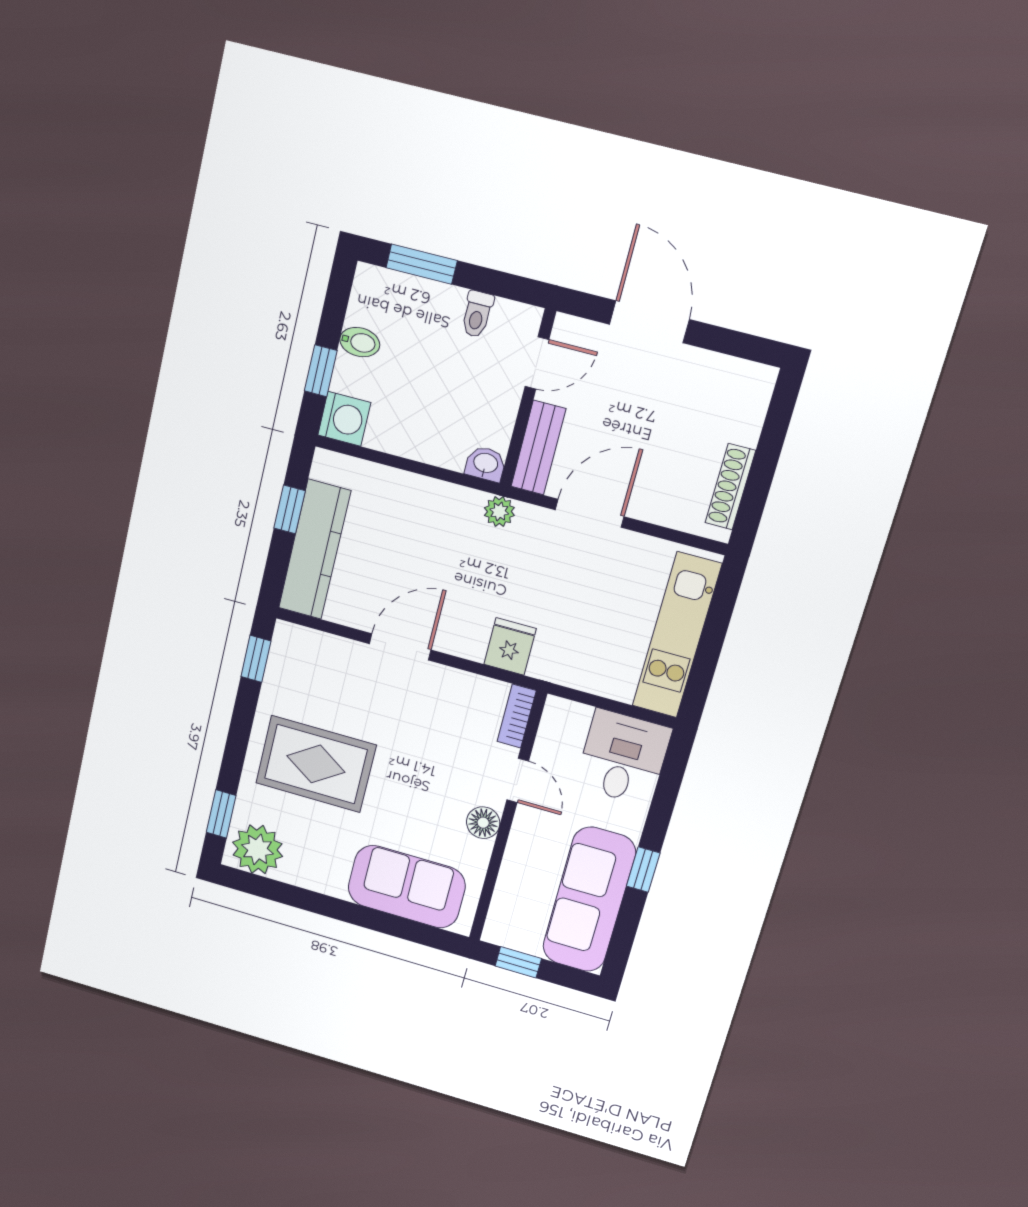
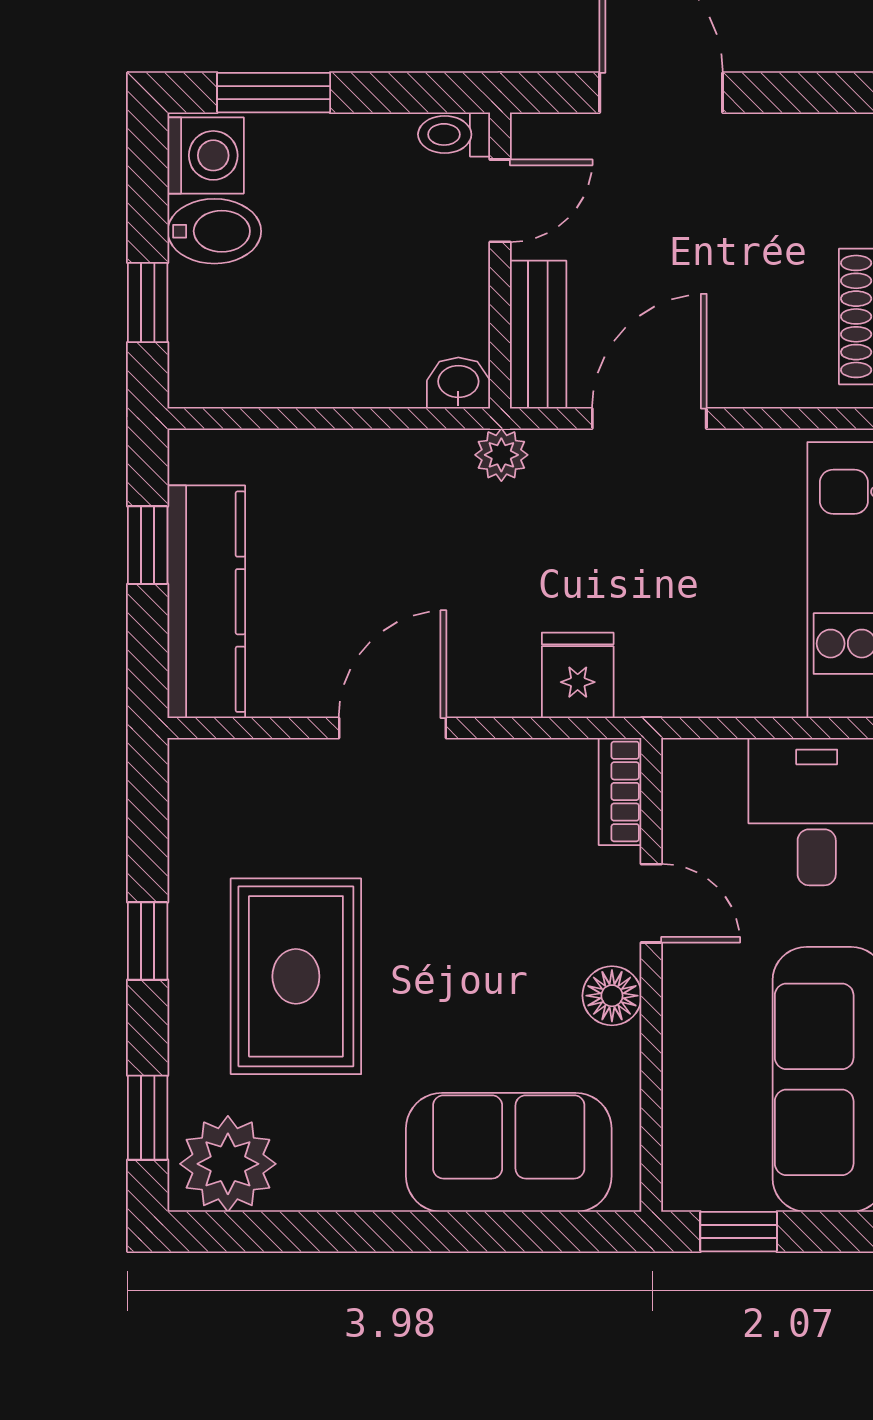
toilet: (477, 314) -> (454, 134), moved, turned 90
bidet: (360, 342) -> (214, 231), width x1.38, depth x1.36
washing machine: (344, 419) -> (206, 155), moved
window: (256, 659) -> (148, 941), moved
rug: (316, 764) -> (296, 976), turned 90

